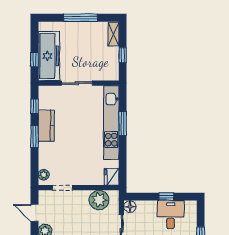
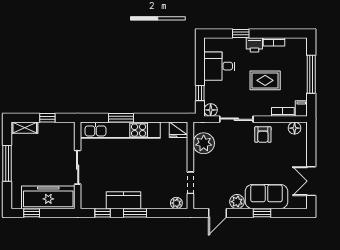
window: (34, 60) -> (32, 213), moved
window: (166, 197) -> (200, 93), moved

